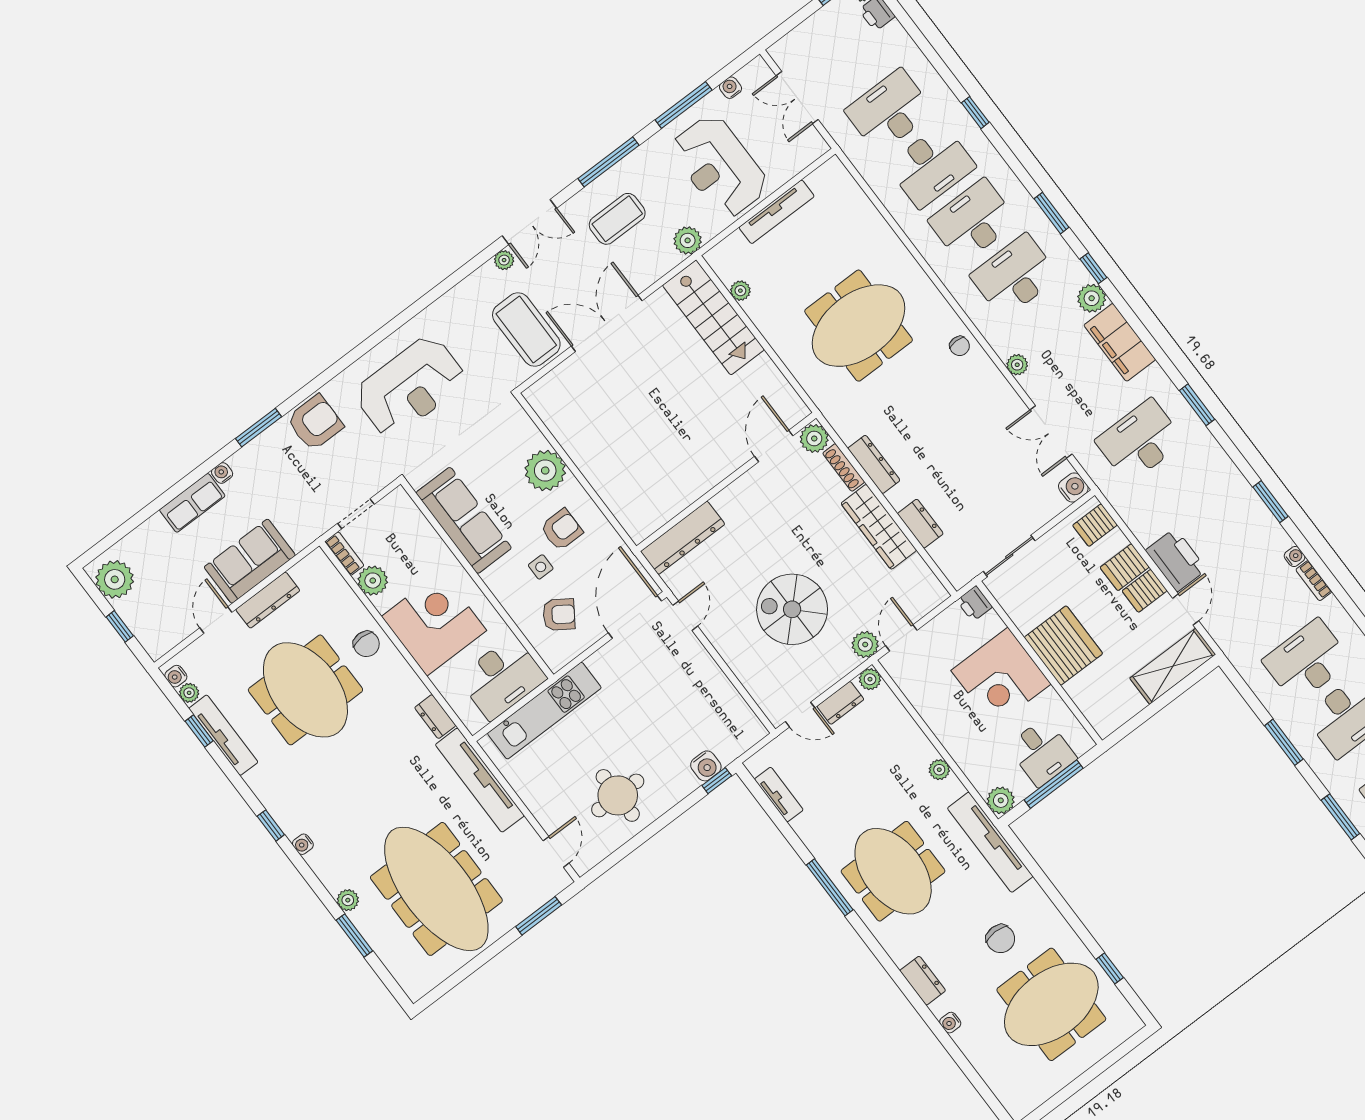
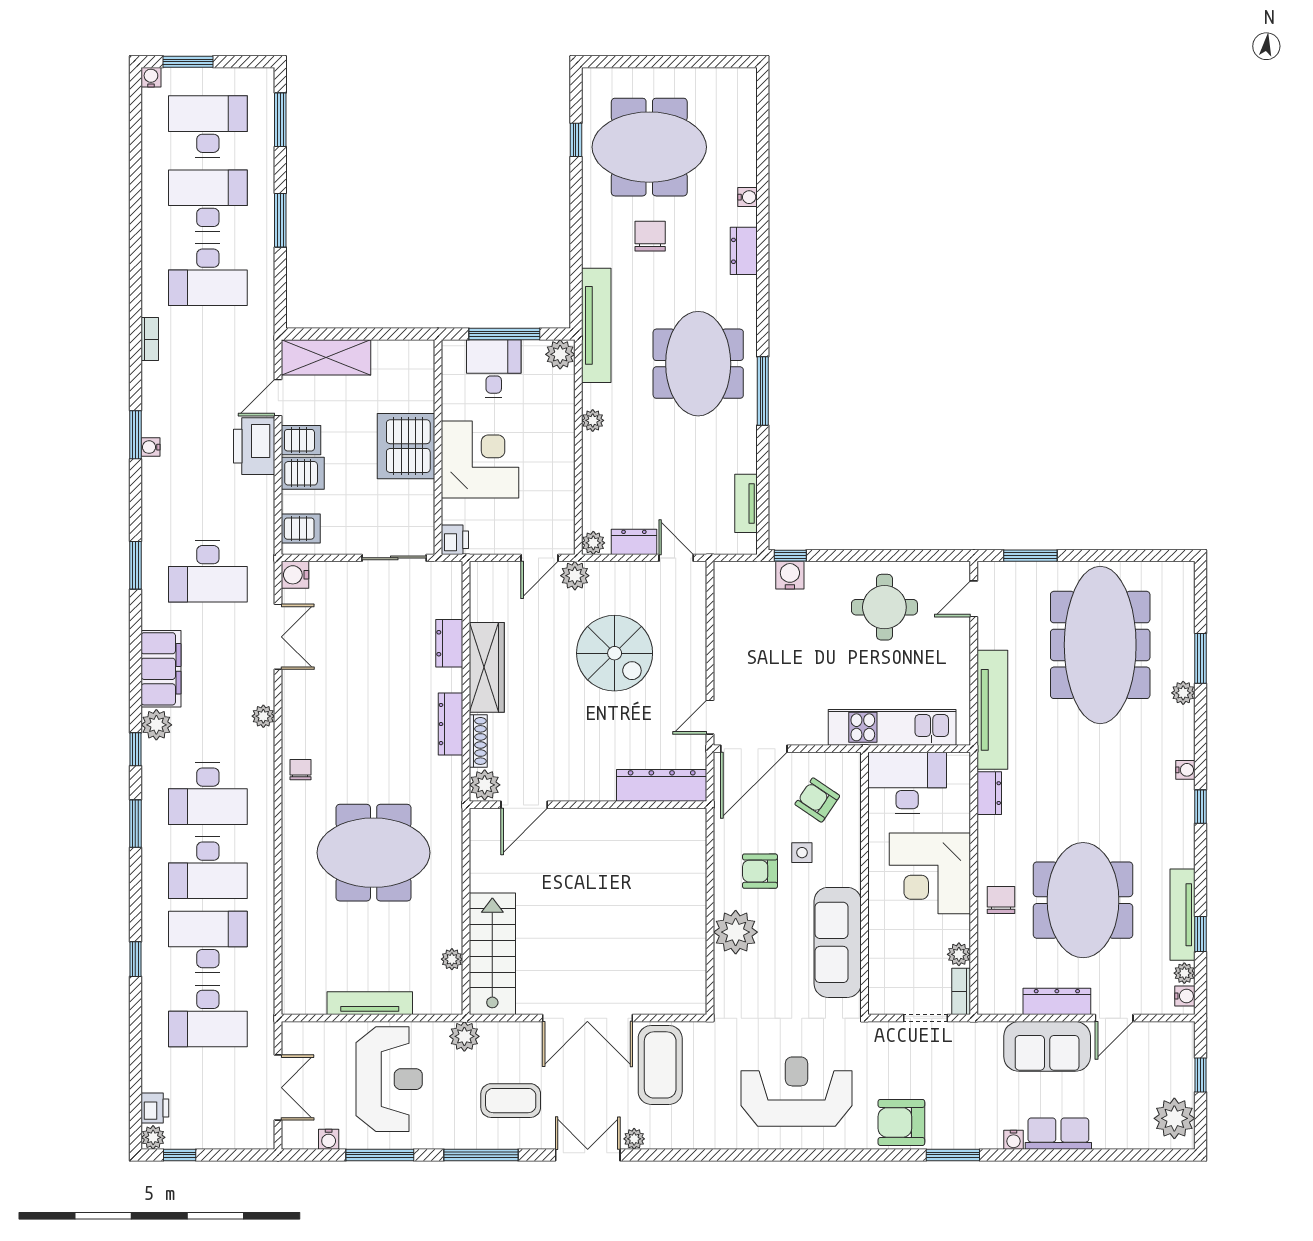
water cooler: (1295, 556) -> (151, 447), moved
plant: (373, 581) -> (959, 954), width x0.73, depth x0.73

